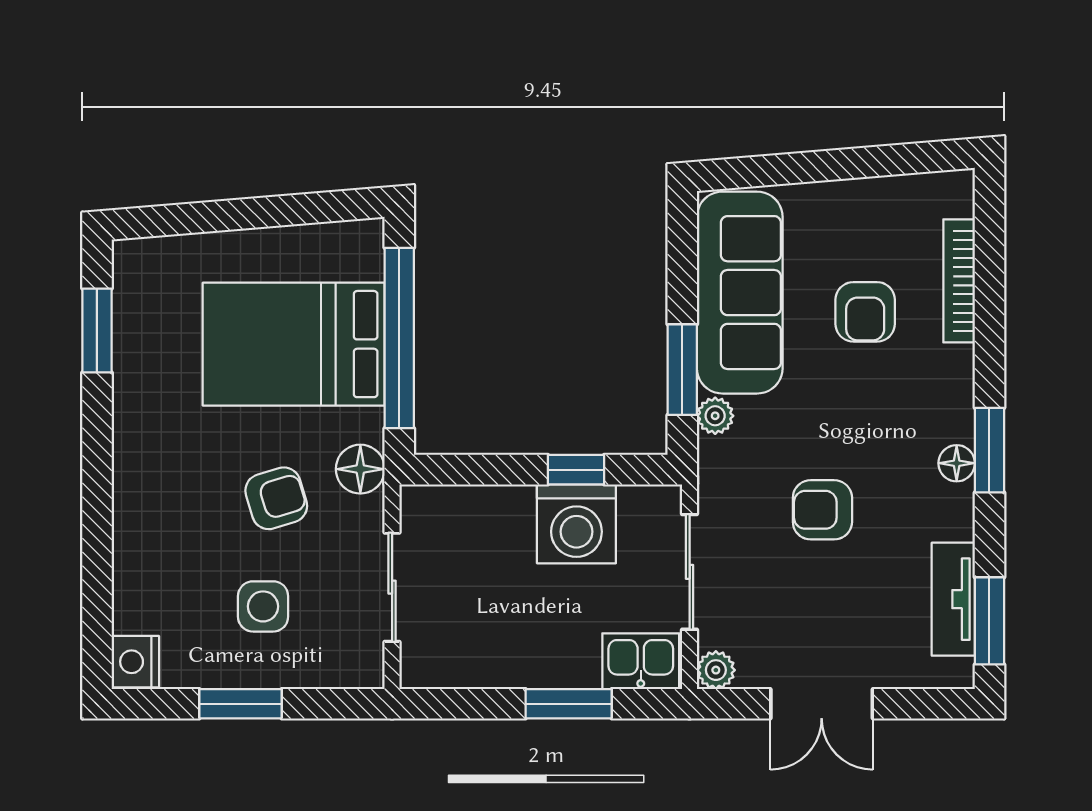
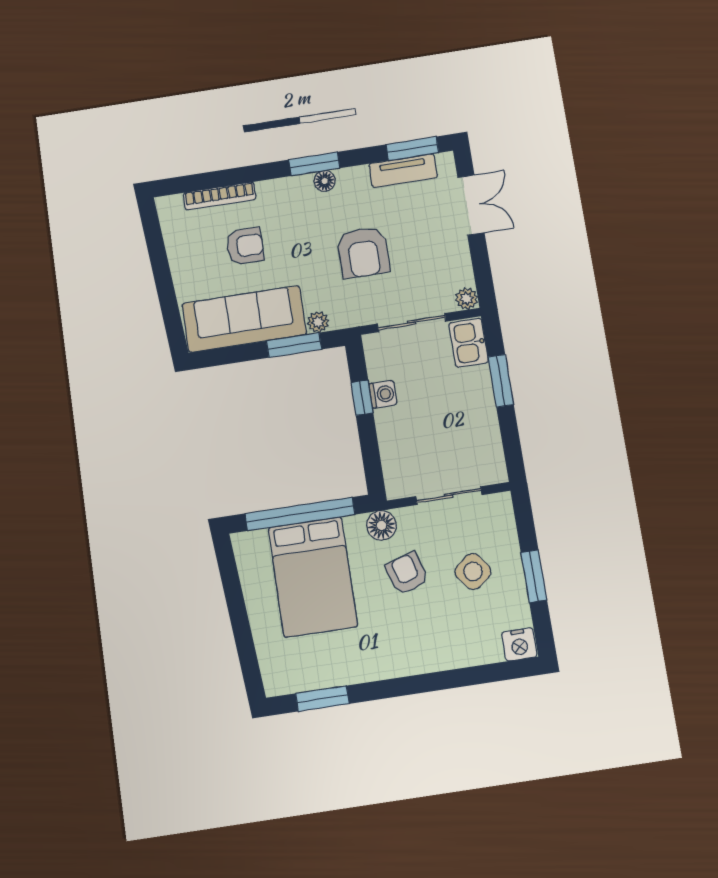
armchair: (822, 510) -> (363, 252), width x1.38, depth x1.38
washing machine: (576, 524) -> (383, 394), width x0.53, depth x0.53
side table: (263, 606) -> (473, 571), turned -37
double door: (822, 704) -> (471, 205), moved

